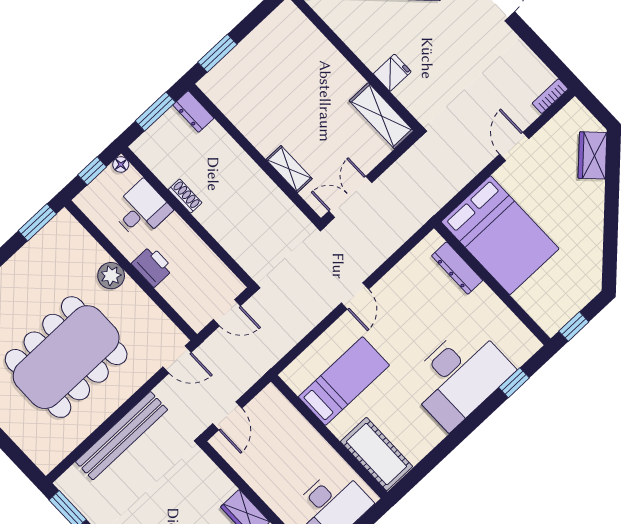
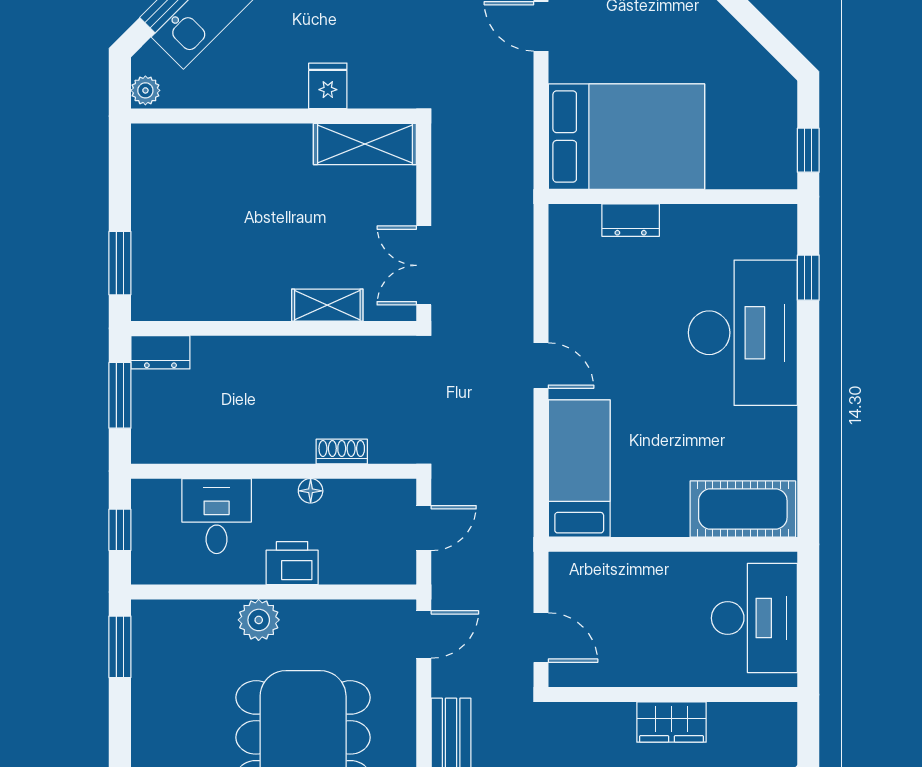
floor lamp: (121, 164) -> (311, 491), moved
shoe rack: (185, 196) -> (342, 451), moved
dresser: (457, 268) -> (631, 220), width x0.70
bed: (344, 381) -> (579, 468), moved

